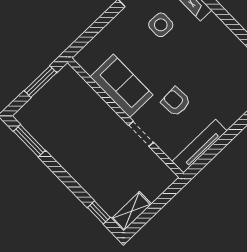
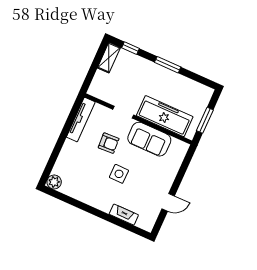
side table: (161, 25) -> (119, 174), moved
freezer: (90, 107) -> (165, 116), added
window: (29, 141) -> (168, 65), moved

